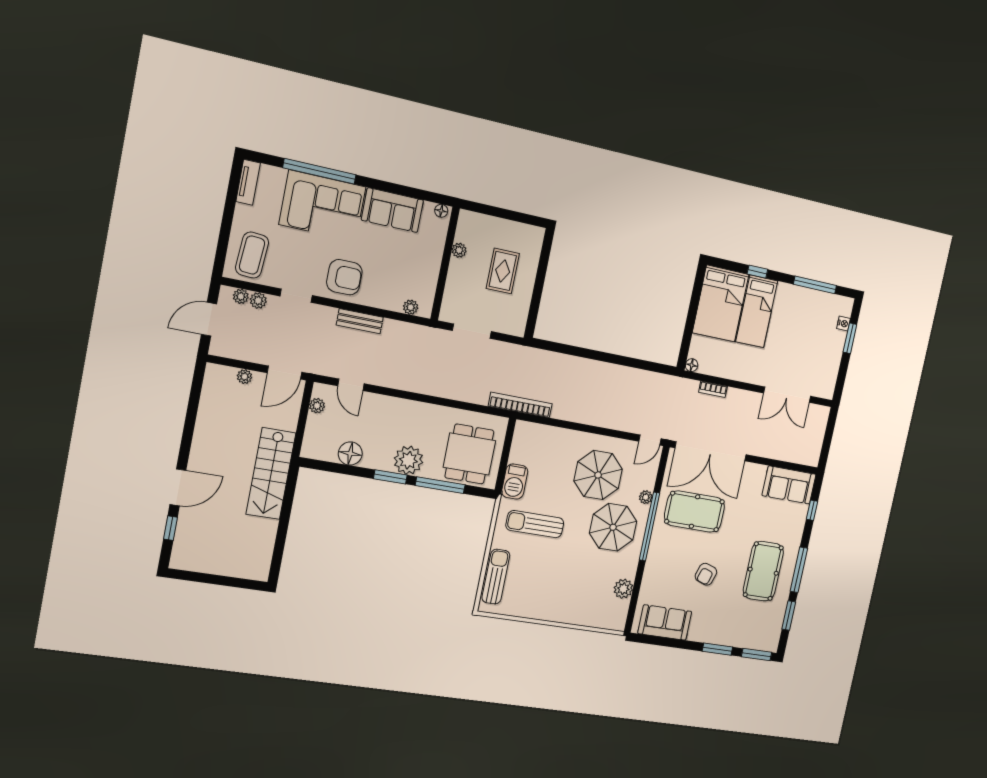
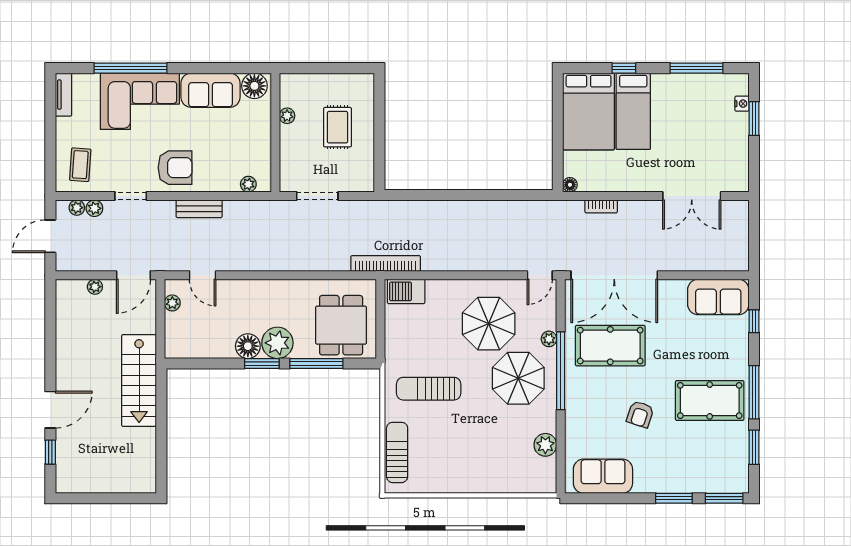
floor lamp: (441, 211) -> (254, 86), width x1.89, depth x1.89
coffee table: (252, 255) -> (80, 165), width x0.73, depth x0.77
floor lamp: (350, 454) -> (248, 346), moved
barbecue: (515, 482) -> (406, 291), moved, turned 90
pool table: (763, 571) -> (710, 400), turned 90

